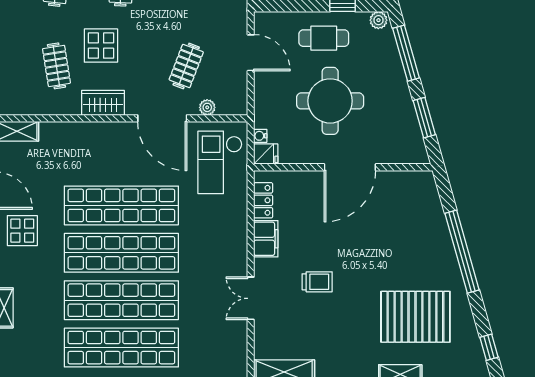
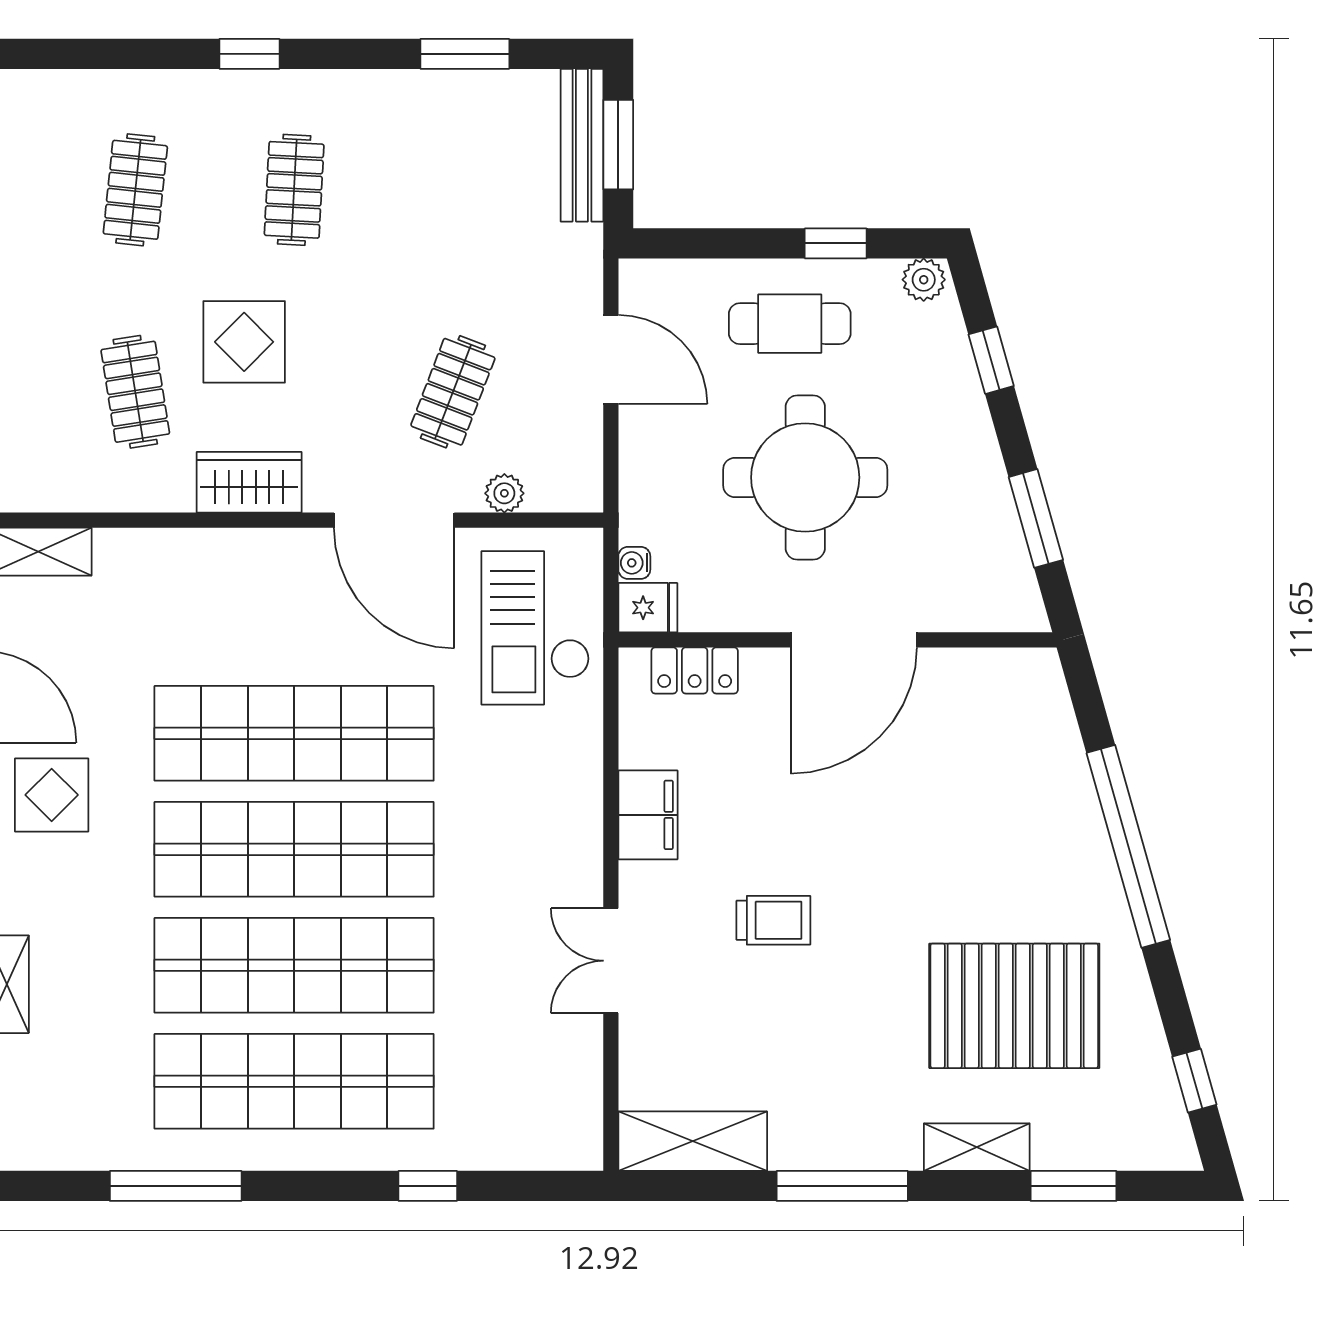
window: (406, 53) -> (991, 360), width x0.46
locker: (263, 200) -> (695, 670), moved, turned 90

